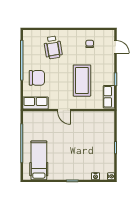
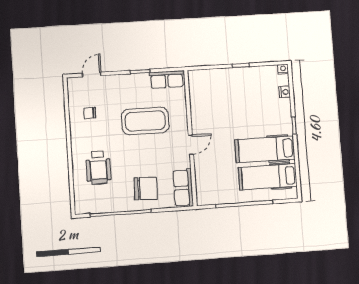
wheelchair: (53, 47) -> (98, 167), turned 99
chair: (37, 78) -> (146, 188), turned 92
hospital bed: (57, 160) -> (265, 149), added

